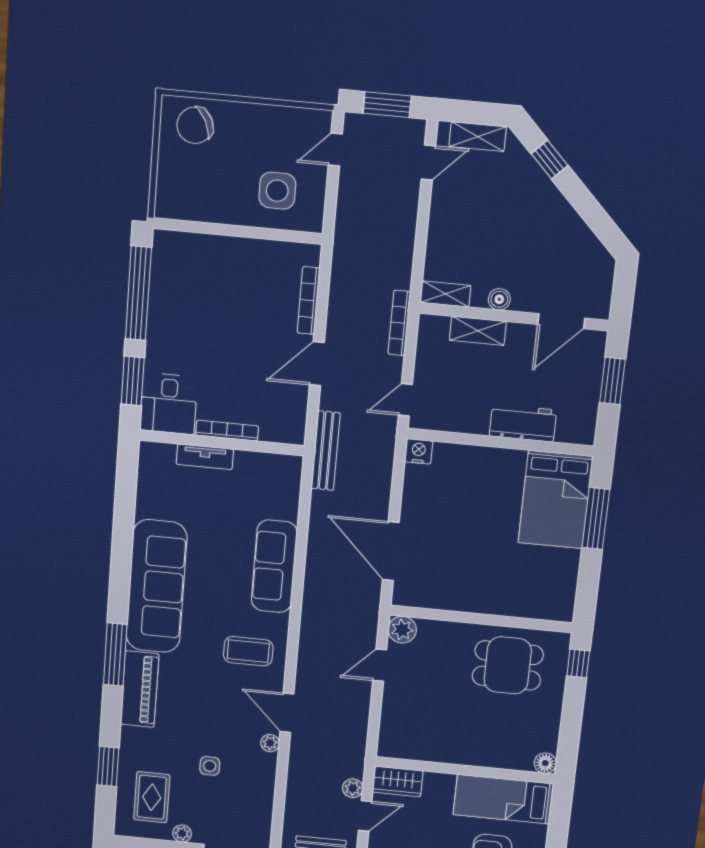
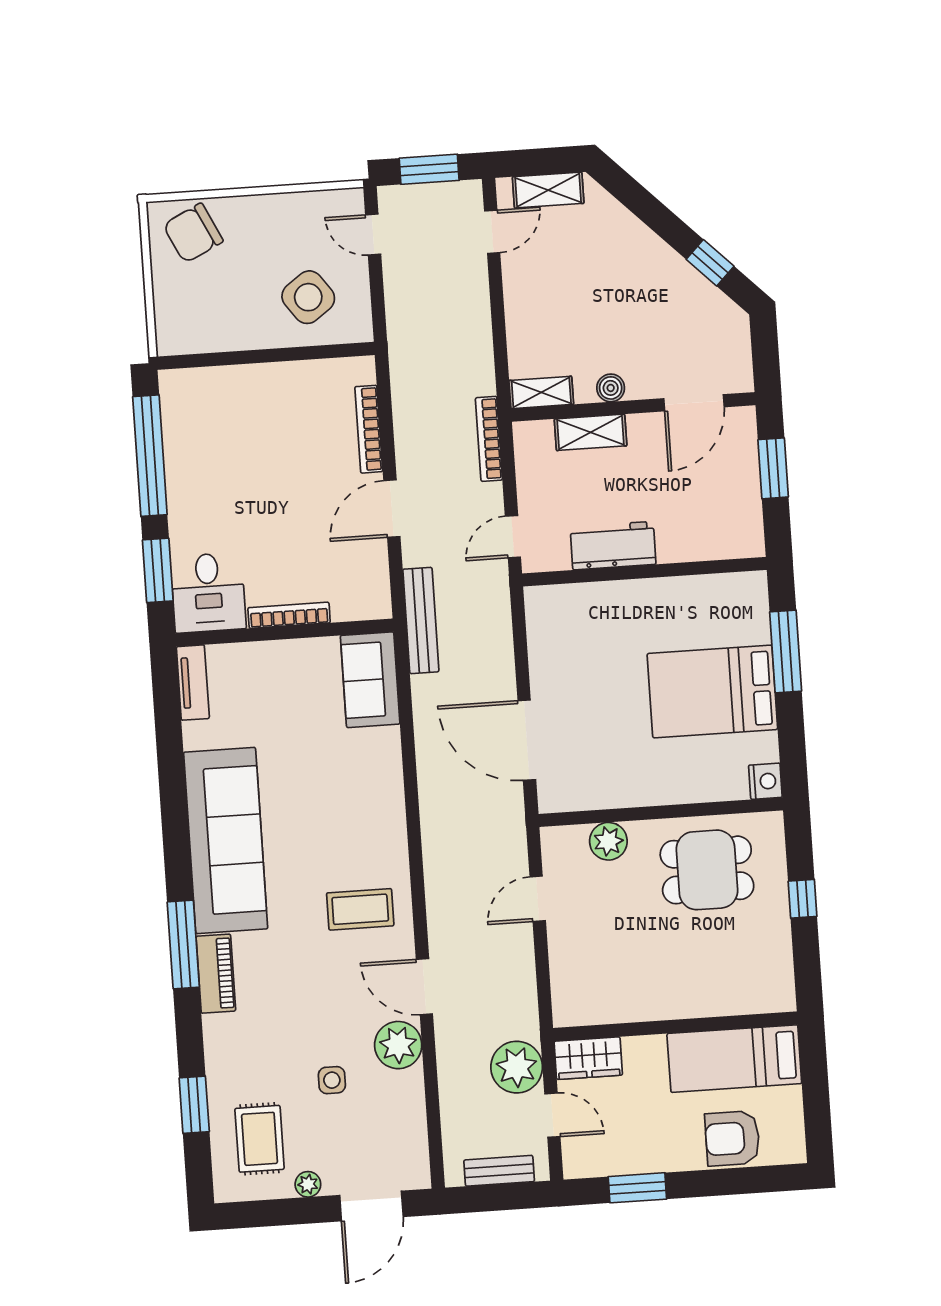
door: (335, 149) -> (373, 234), hinge flipped
window: (550, 160) -> (710, 263), moved
side table: (277, 191) -> (308, 297), turned -36
workbench: (523, 423) -> (613, 546), moved
nightstand: (419, 451) -> (765, 781), moved, turned 90
tv unit: (205, 457) -> (193, 683), moved, turned -90
bed: (555, 500) -> (712, 692), moved, turned 90
sofa: (274, 566) -> (370, 680), moved, width x0.73
plant: (402, 630) -> (608, 841), moved
window: (578, 663) -> (802, 899), moved
piano: (140, 689) -> (216, 974), width x0.73, depth x0.75
plant: (270, 743) -> (398, 1045), width x1.88, depth x1.88
floor lamp: (545, 763) -> (781, 998), removed
plant: (353, 788) -> (517, 1067), width x1.87, depth x1.87
door: (365, 816) -> (552, 1115), hinge flipped

